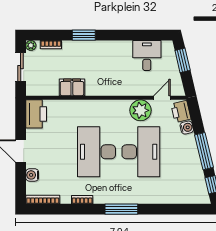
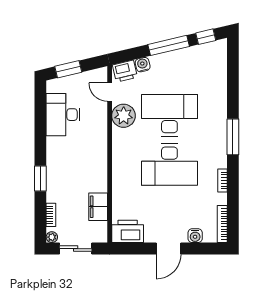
desk: (147, 56) -> (63, 115), width x1.37
filing cabinet: (72, 87) -> (98, 207), moved

